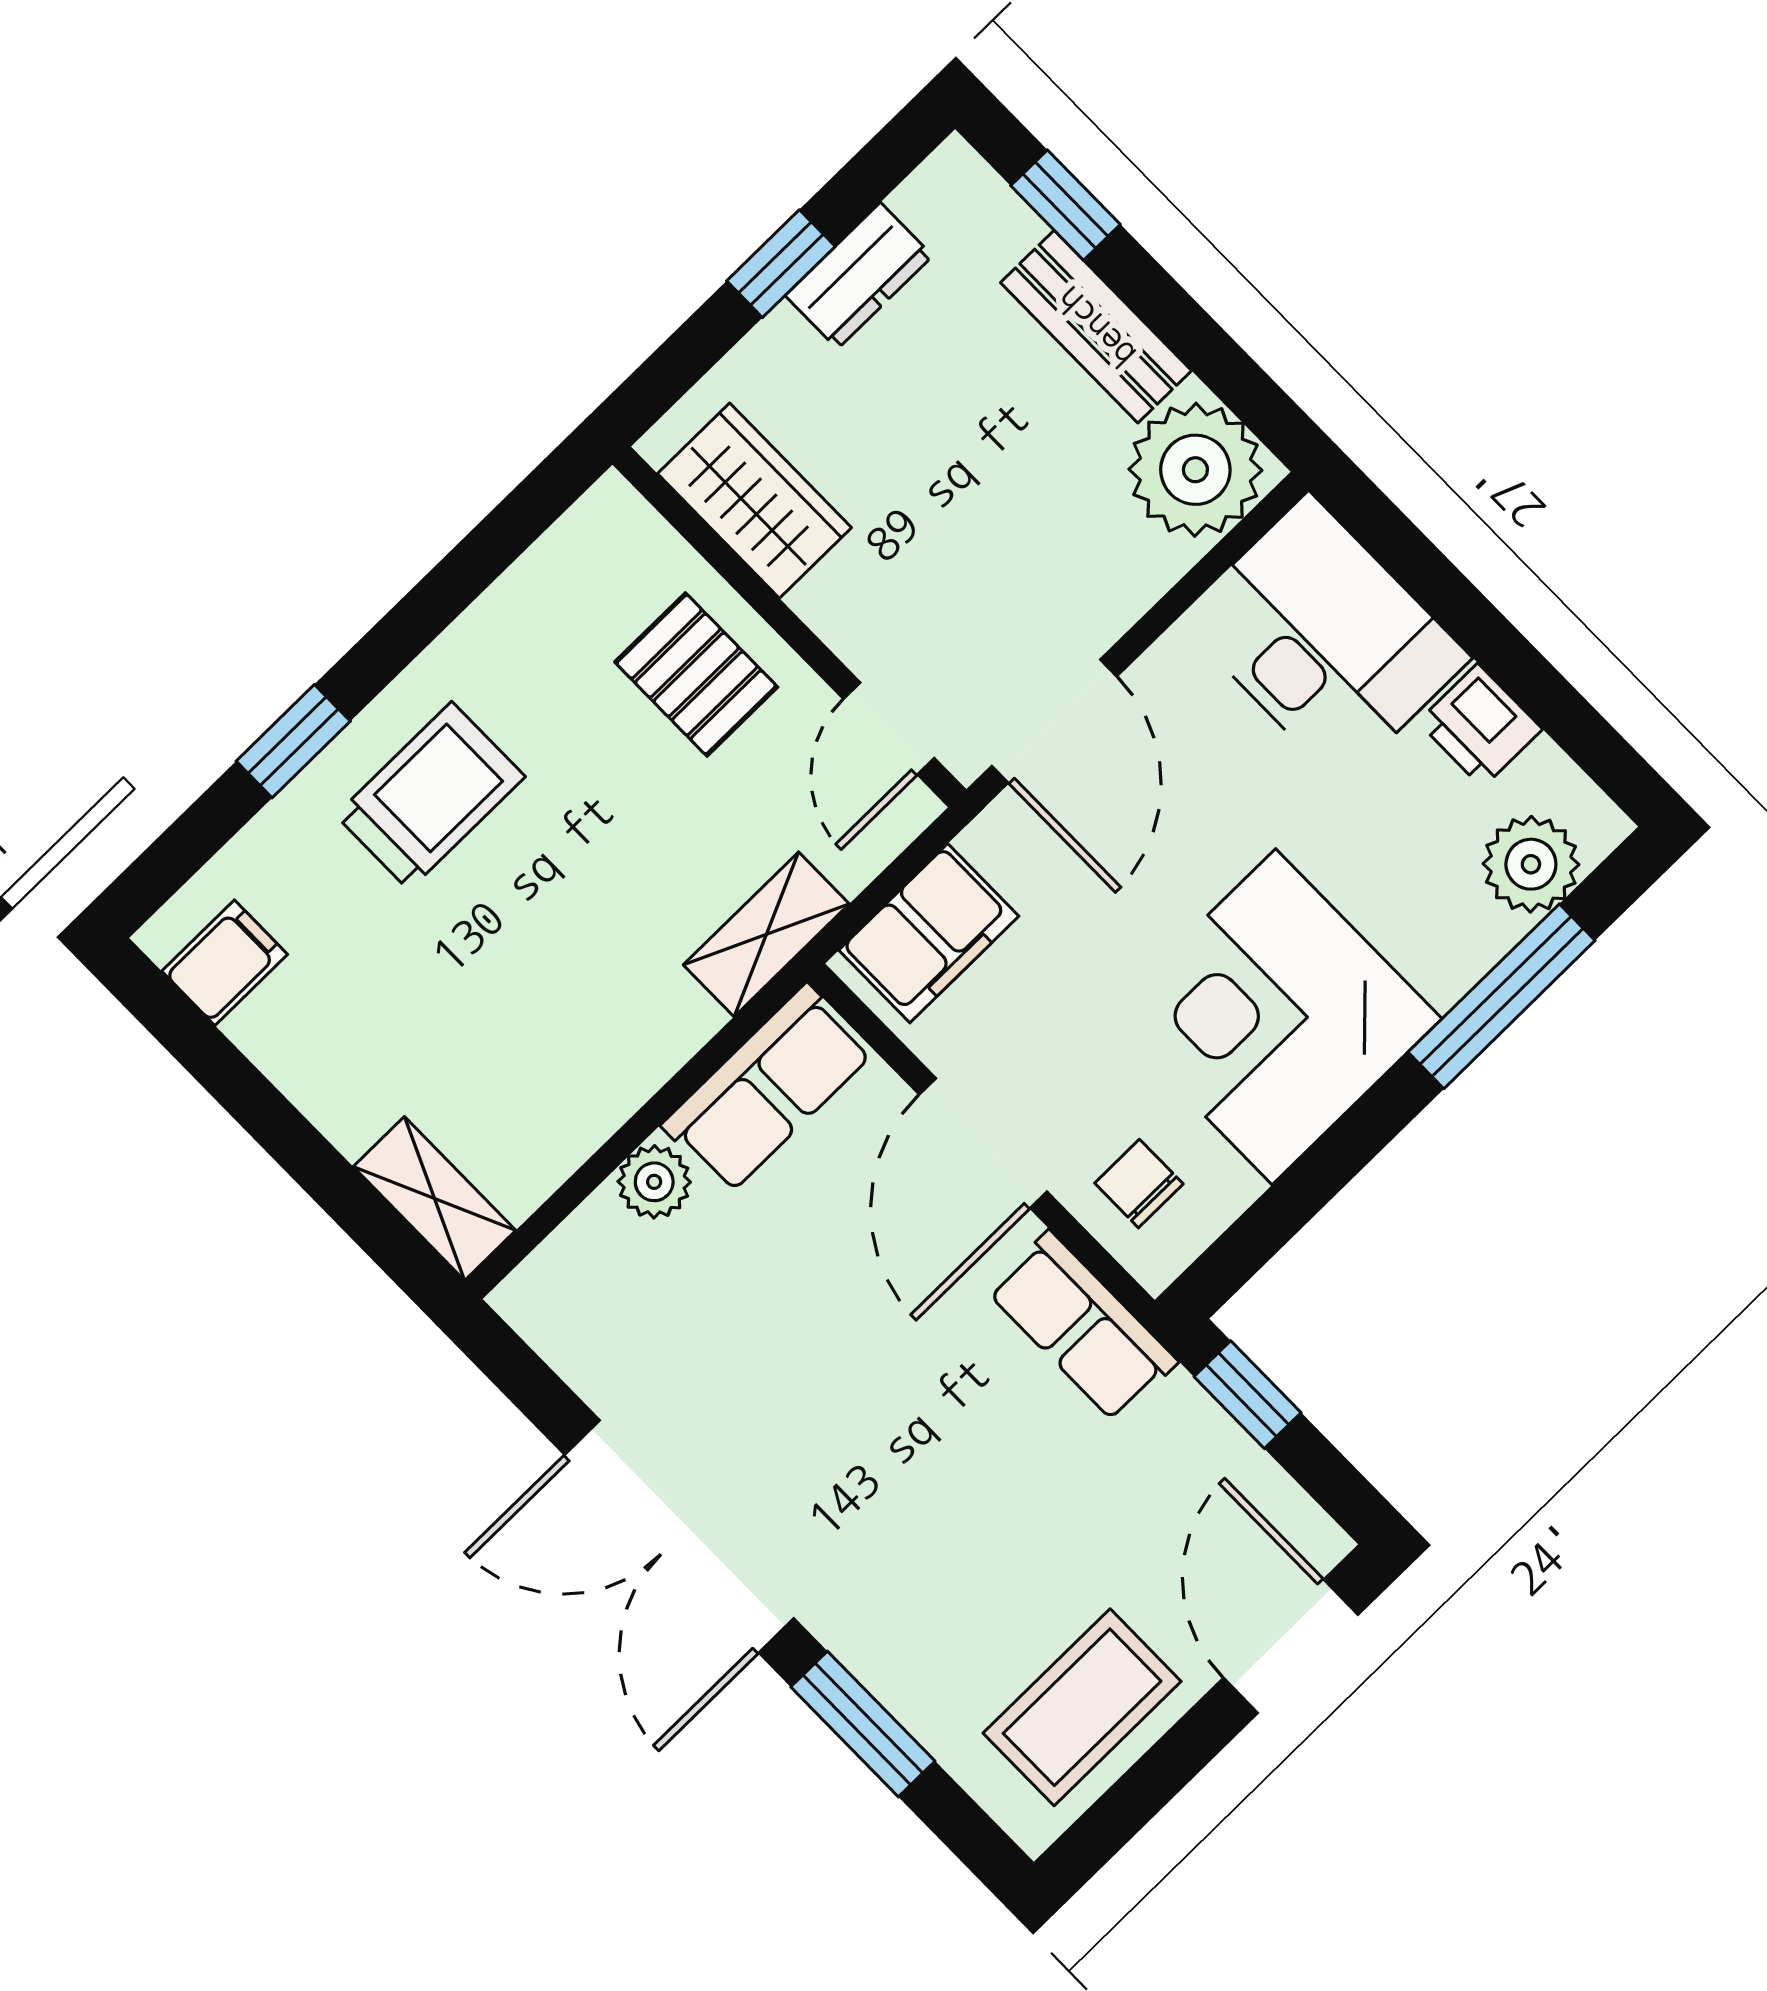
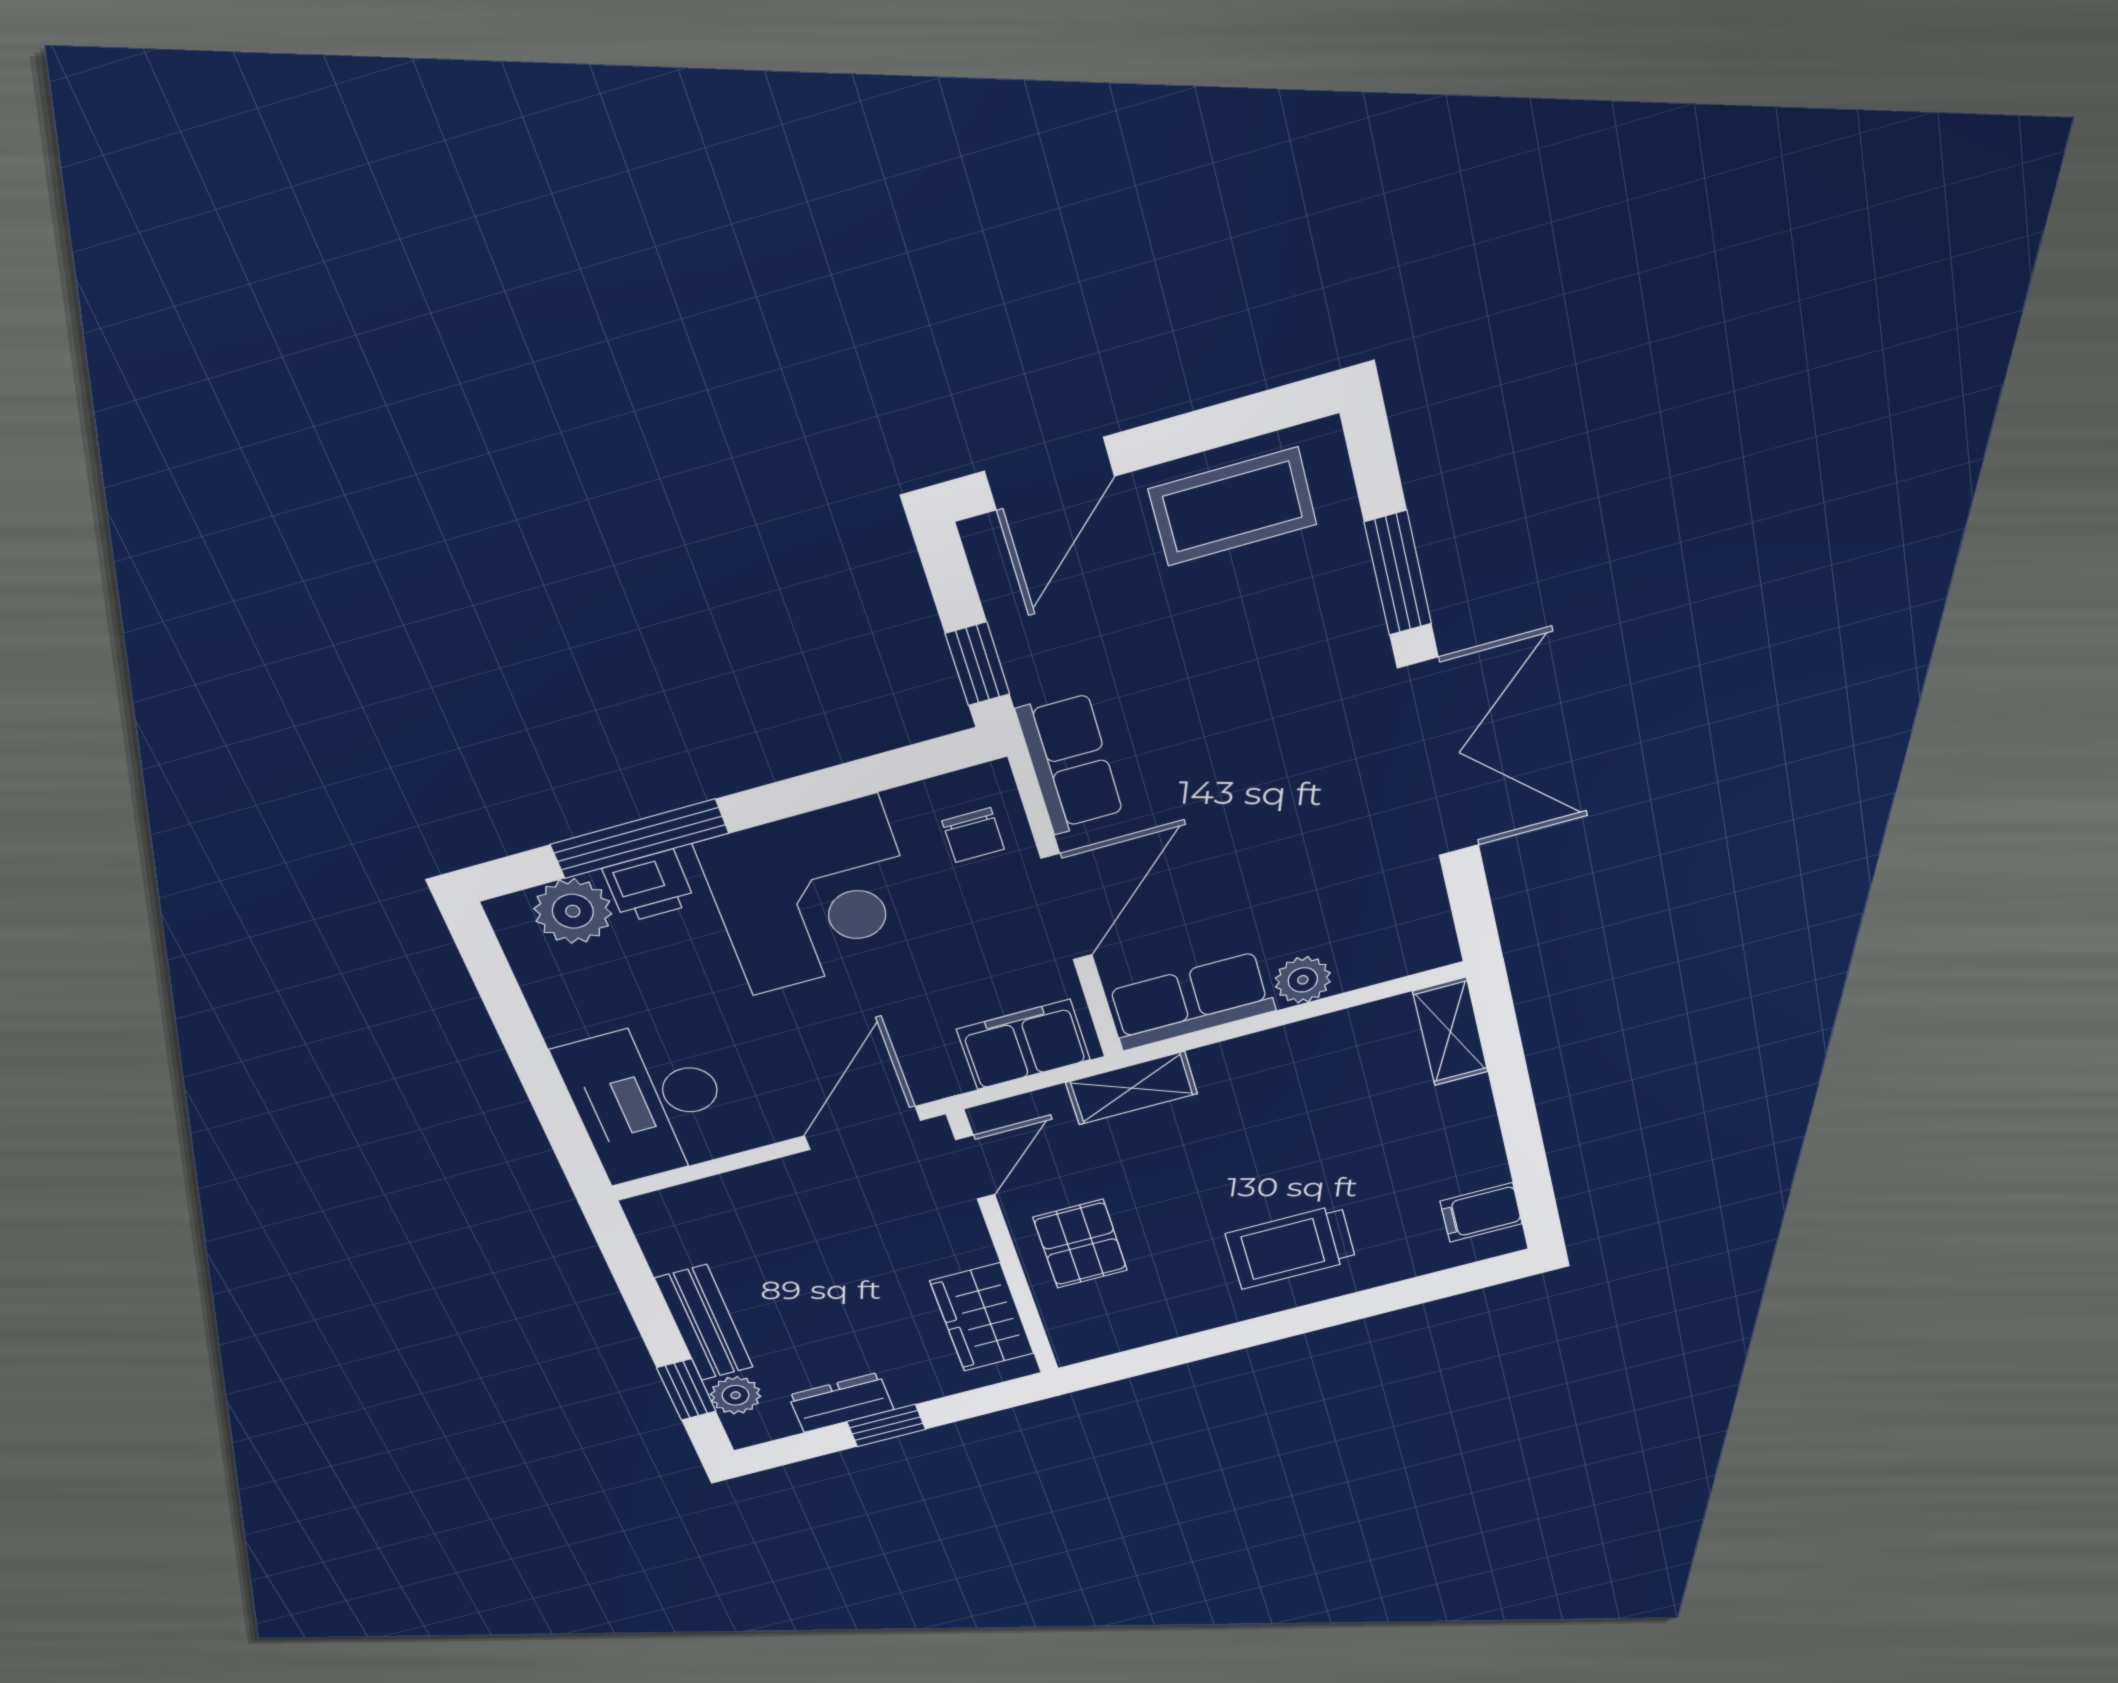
plant: (1195, 470) -> (736, 1395), moved, width x0.53, depth x0.53
printer: (1480, 726) -> (649, 886), moved, turned 90
window: (293, 741) -> (1353, 1307), removed

